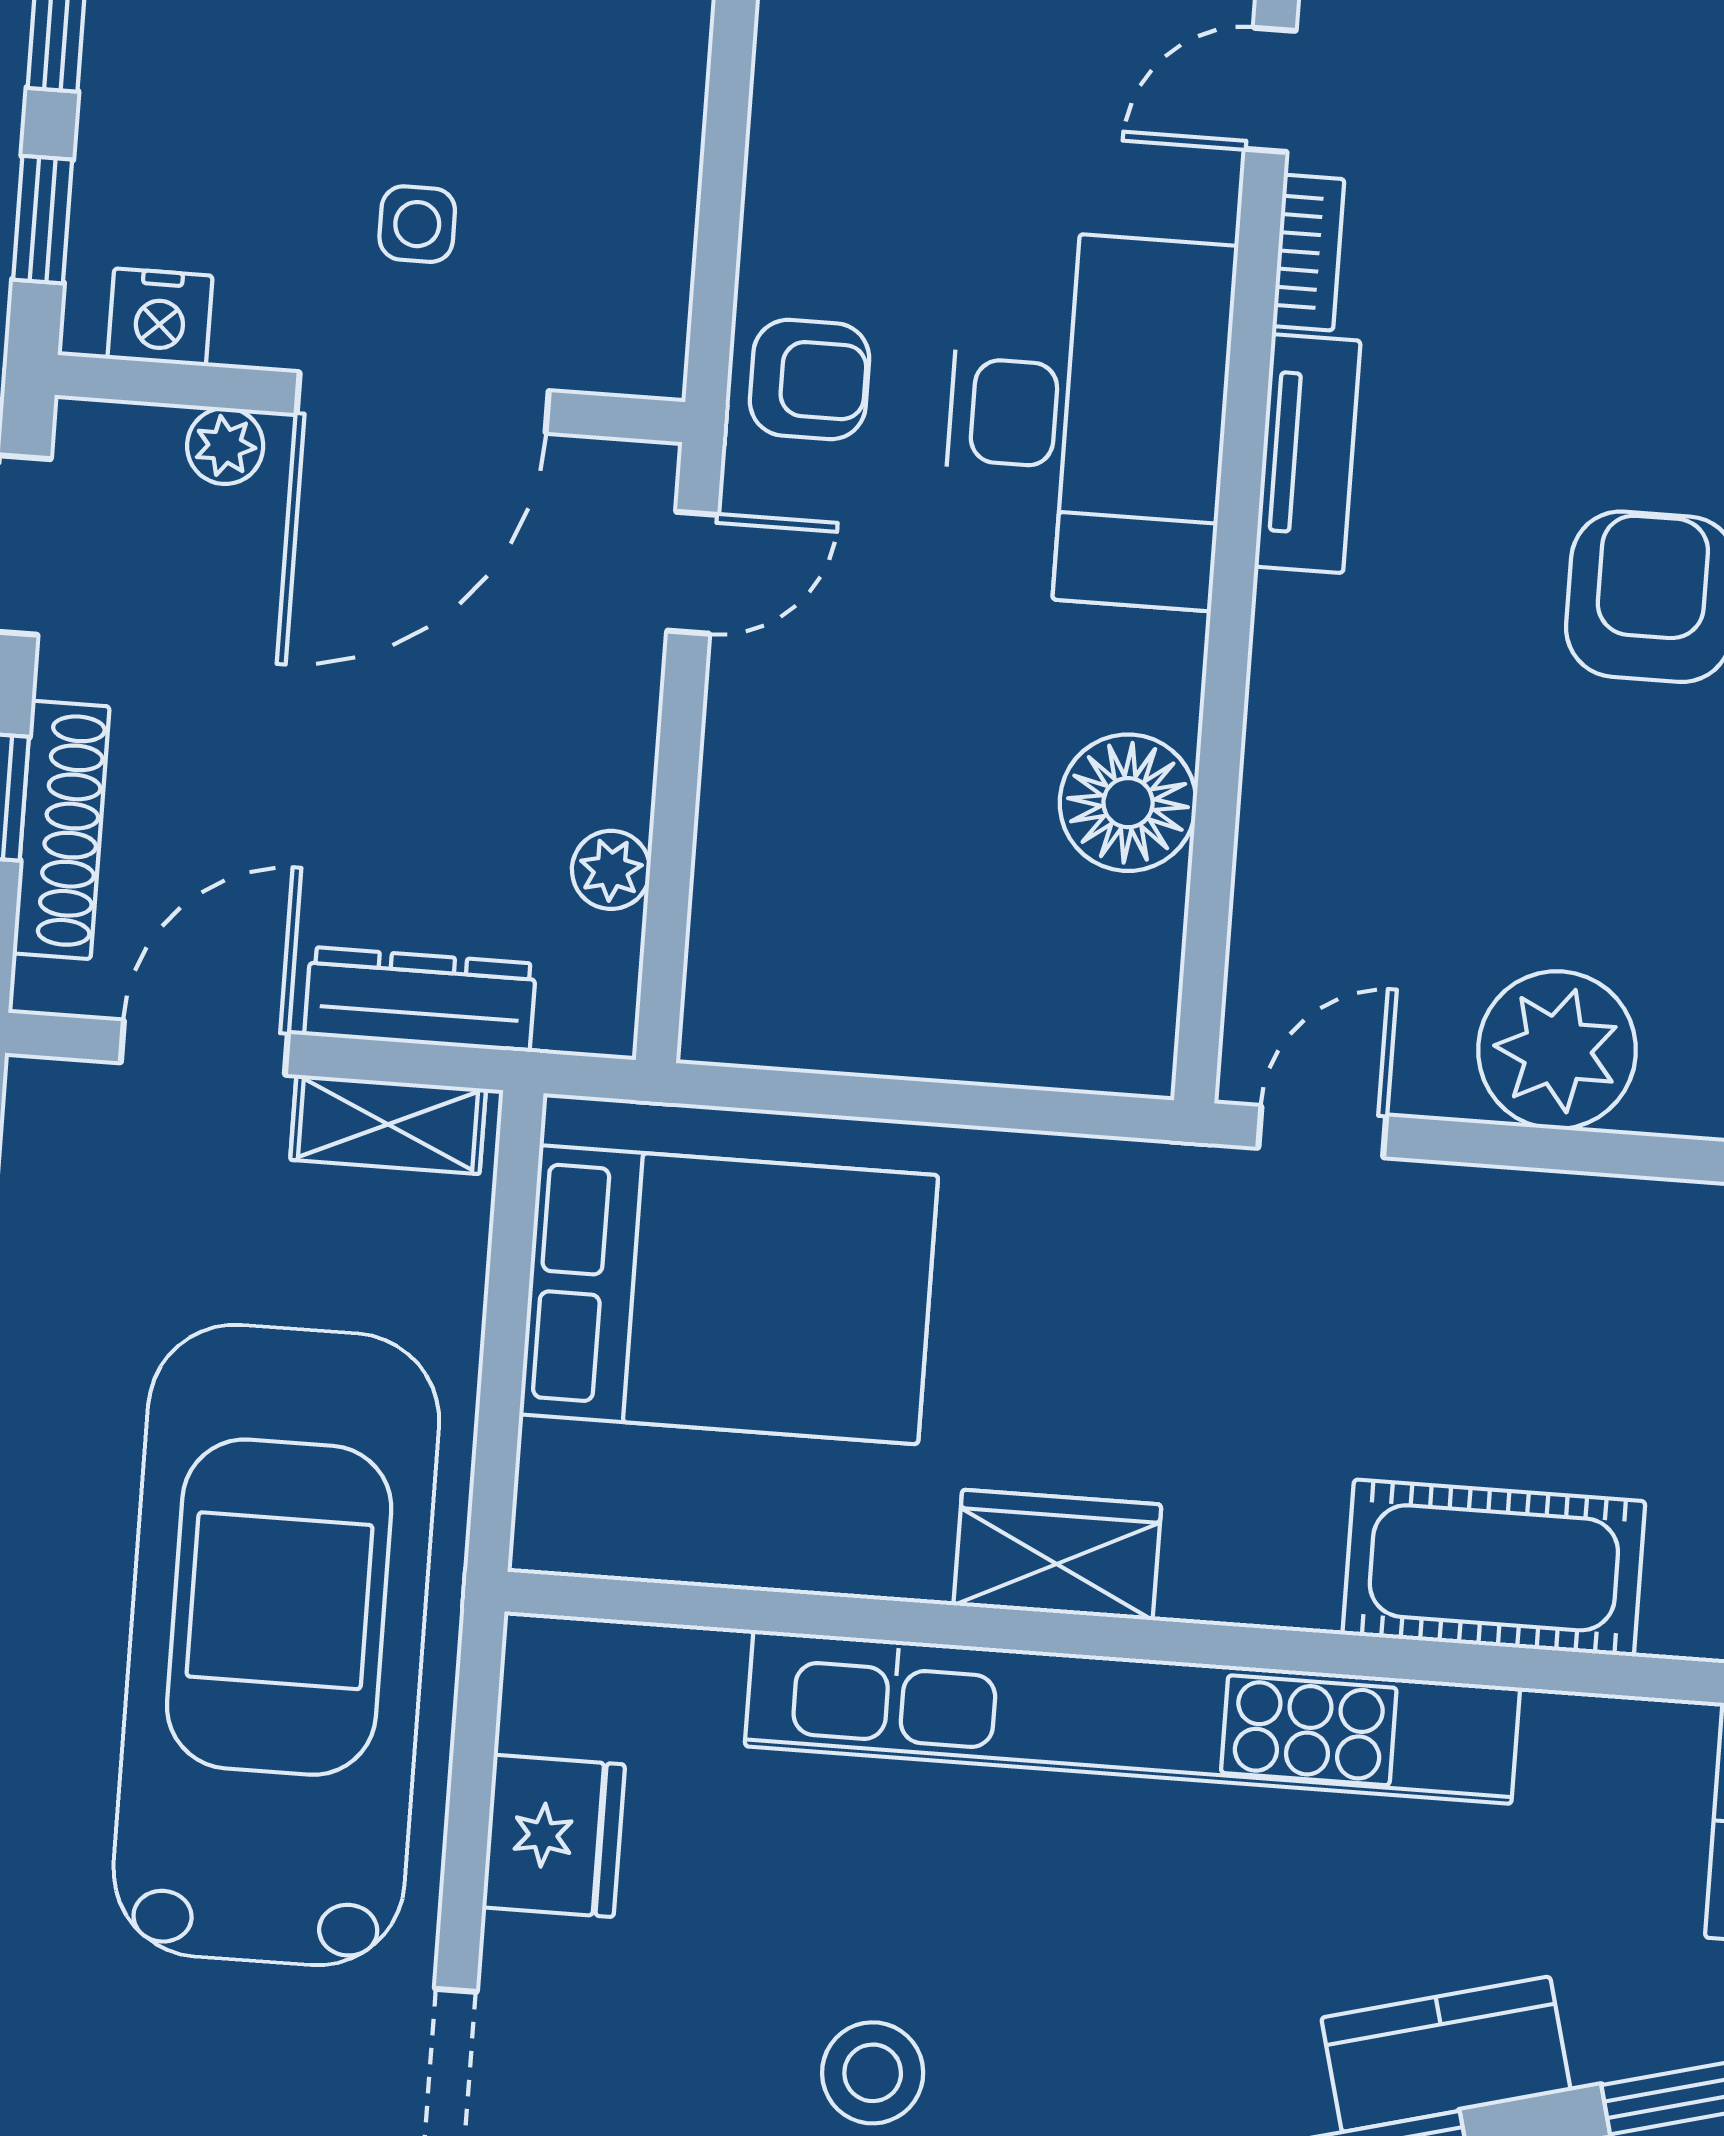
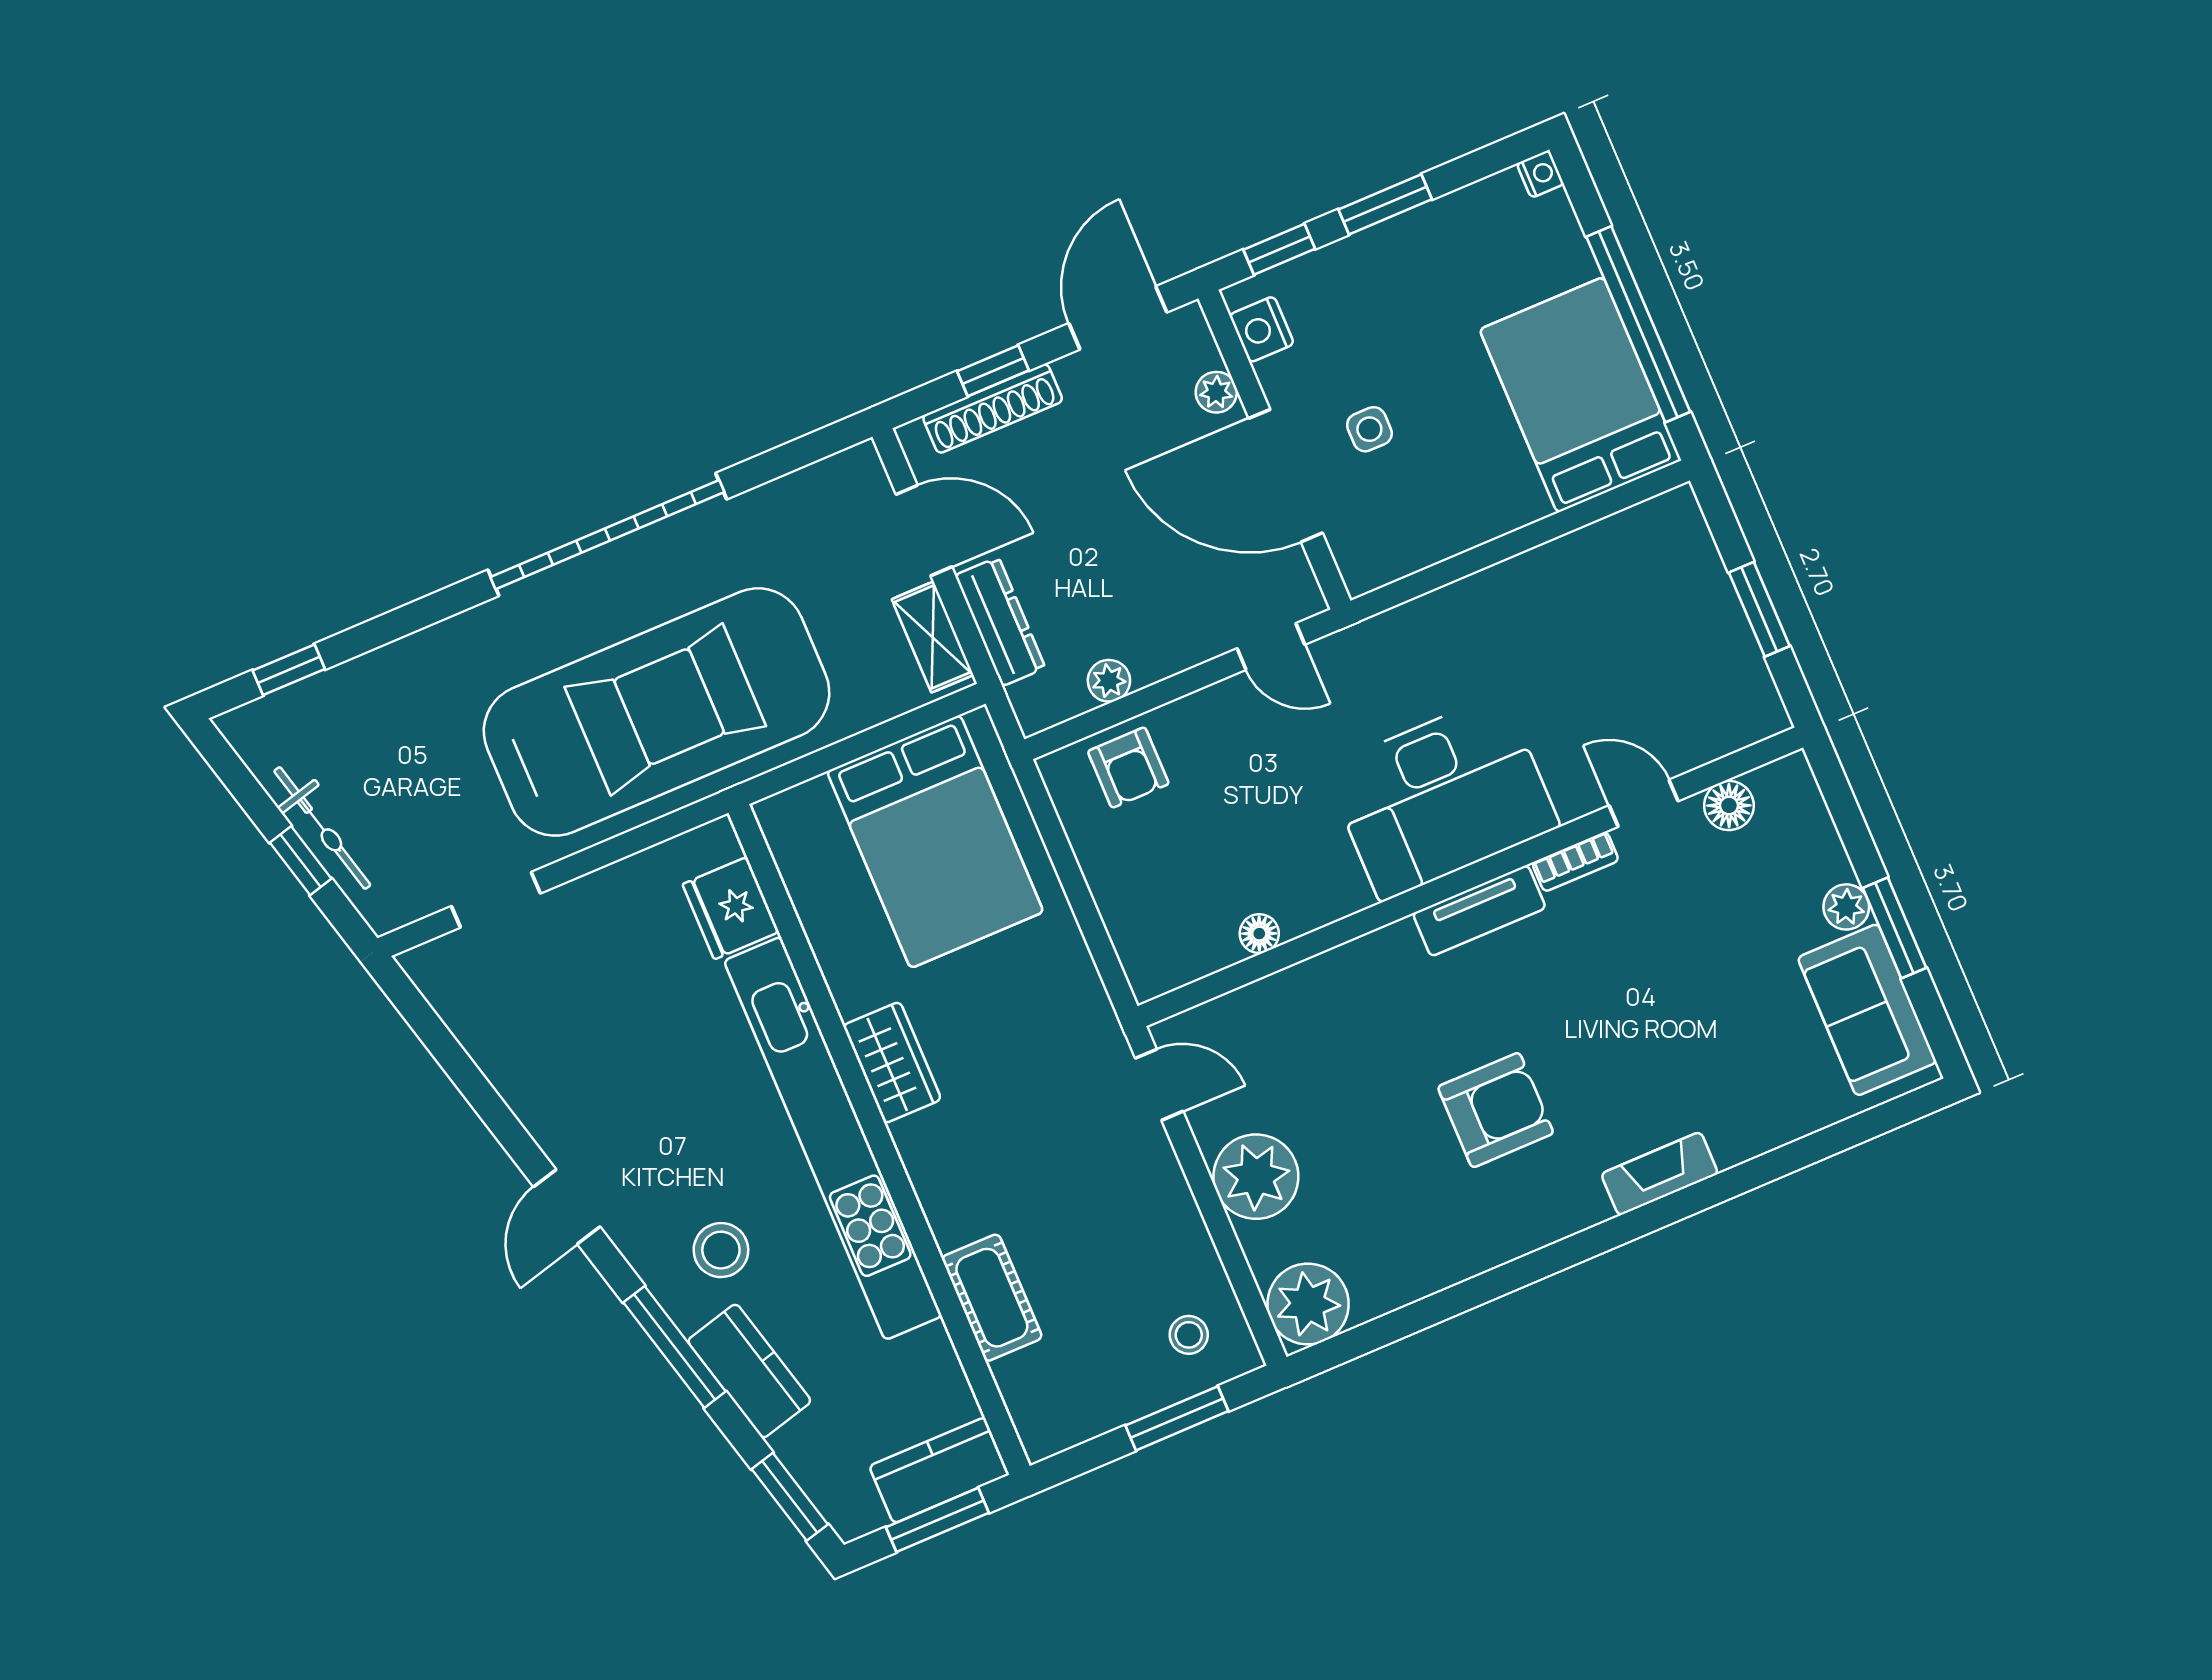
armchair: (809, 380) -> (1128, 768), moved
floor lamp: (1128, 803) -> (1259, 934), width x0.53, depth x0.53
cot: (1494, 1568) -> (992, 1298), width x0.73, depth x0.75
fridge: (554, 1836) -> (731, 908), moved, turned 90
stool: (873, 2073) -> (721, 1250), moved

